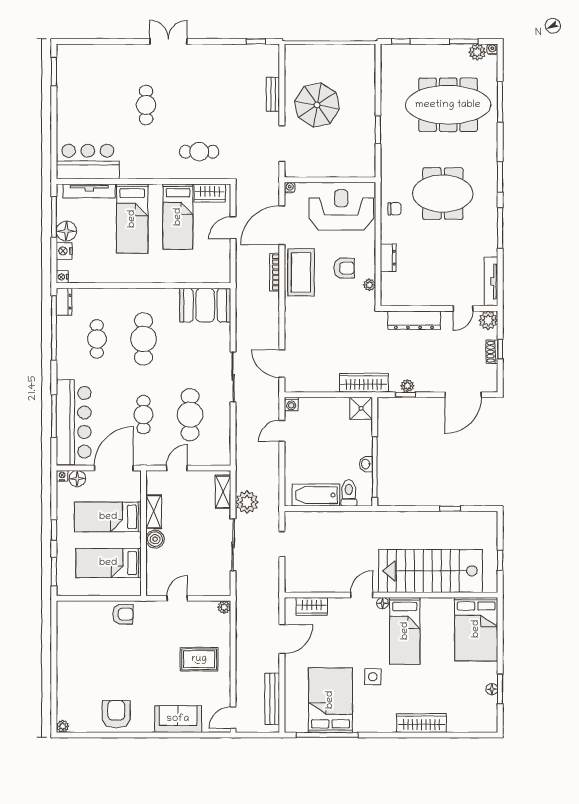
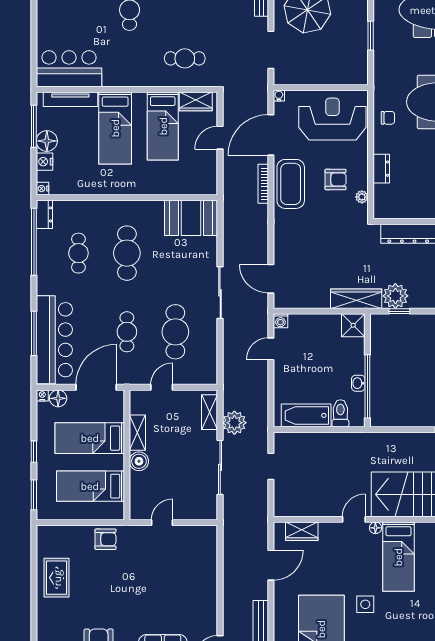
plant: (407, 386) -> (395, 296), width x1.88, depth x1.88
plant: (224, 607) -> (211, 532), removed
rug: (199, 659) -> (57, 578), moved, turned 90

